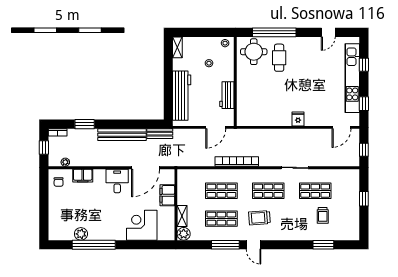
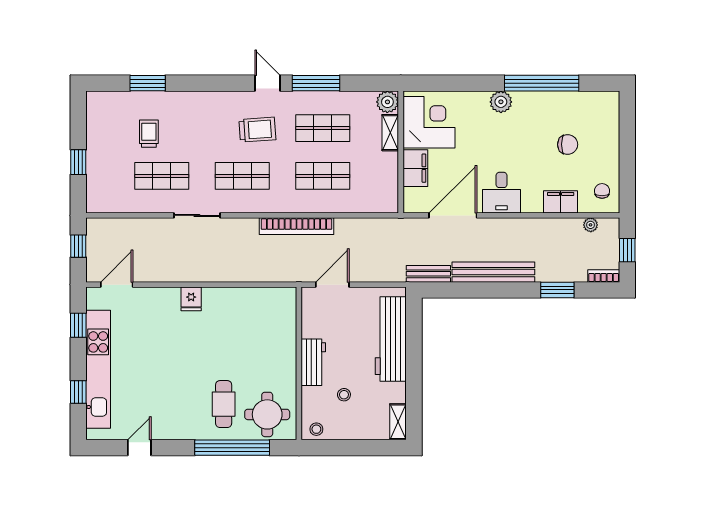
workbench: (227, 95) -> (313, 362), moved
chair: (79, 209) -> (568, 144), added
corner desk: (142, 225) -> (429, 122), moved, turned -90
plant: (81, 234) -> (501, 102), moved

